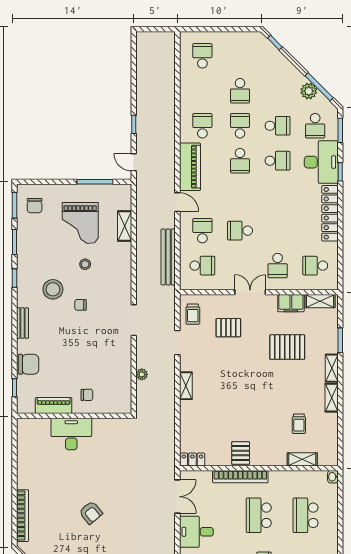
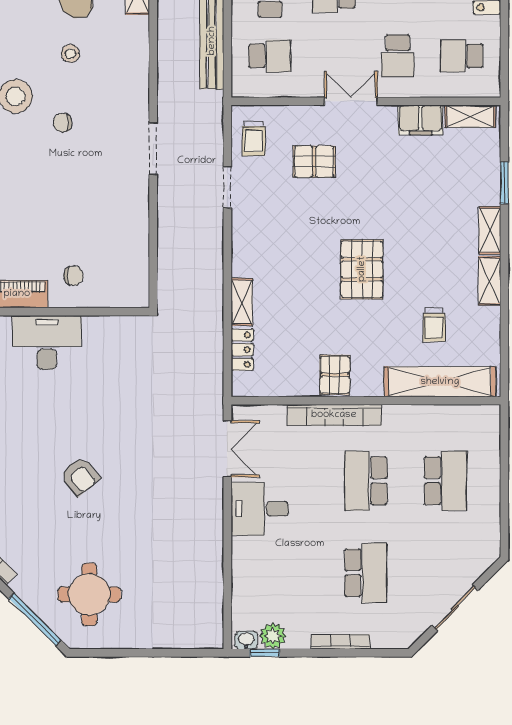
pallet: (287, 347) -> (362, 269), moved, turned 90
plant: (142, 374) -> (167, 241), removed
shelving: (186, 386) -> (242, 302), moved
locker: (192, 459) -> (242, 350), moved, turned 90
shelving: (302, 459) -> (440, 382), width x2.20, depth x1.33
washbasin: (333, 477) -> (492, 415), removed
school desk: (306, 515) -> (445, 481), turned 180

